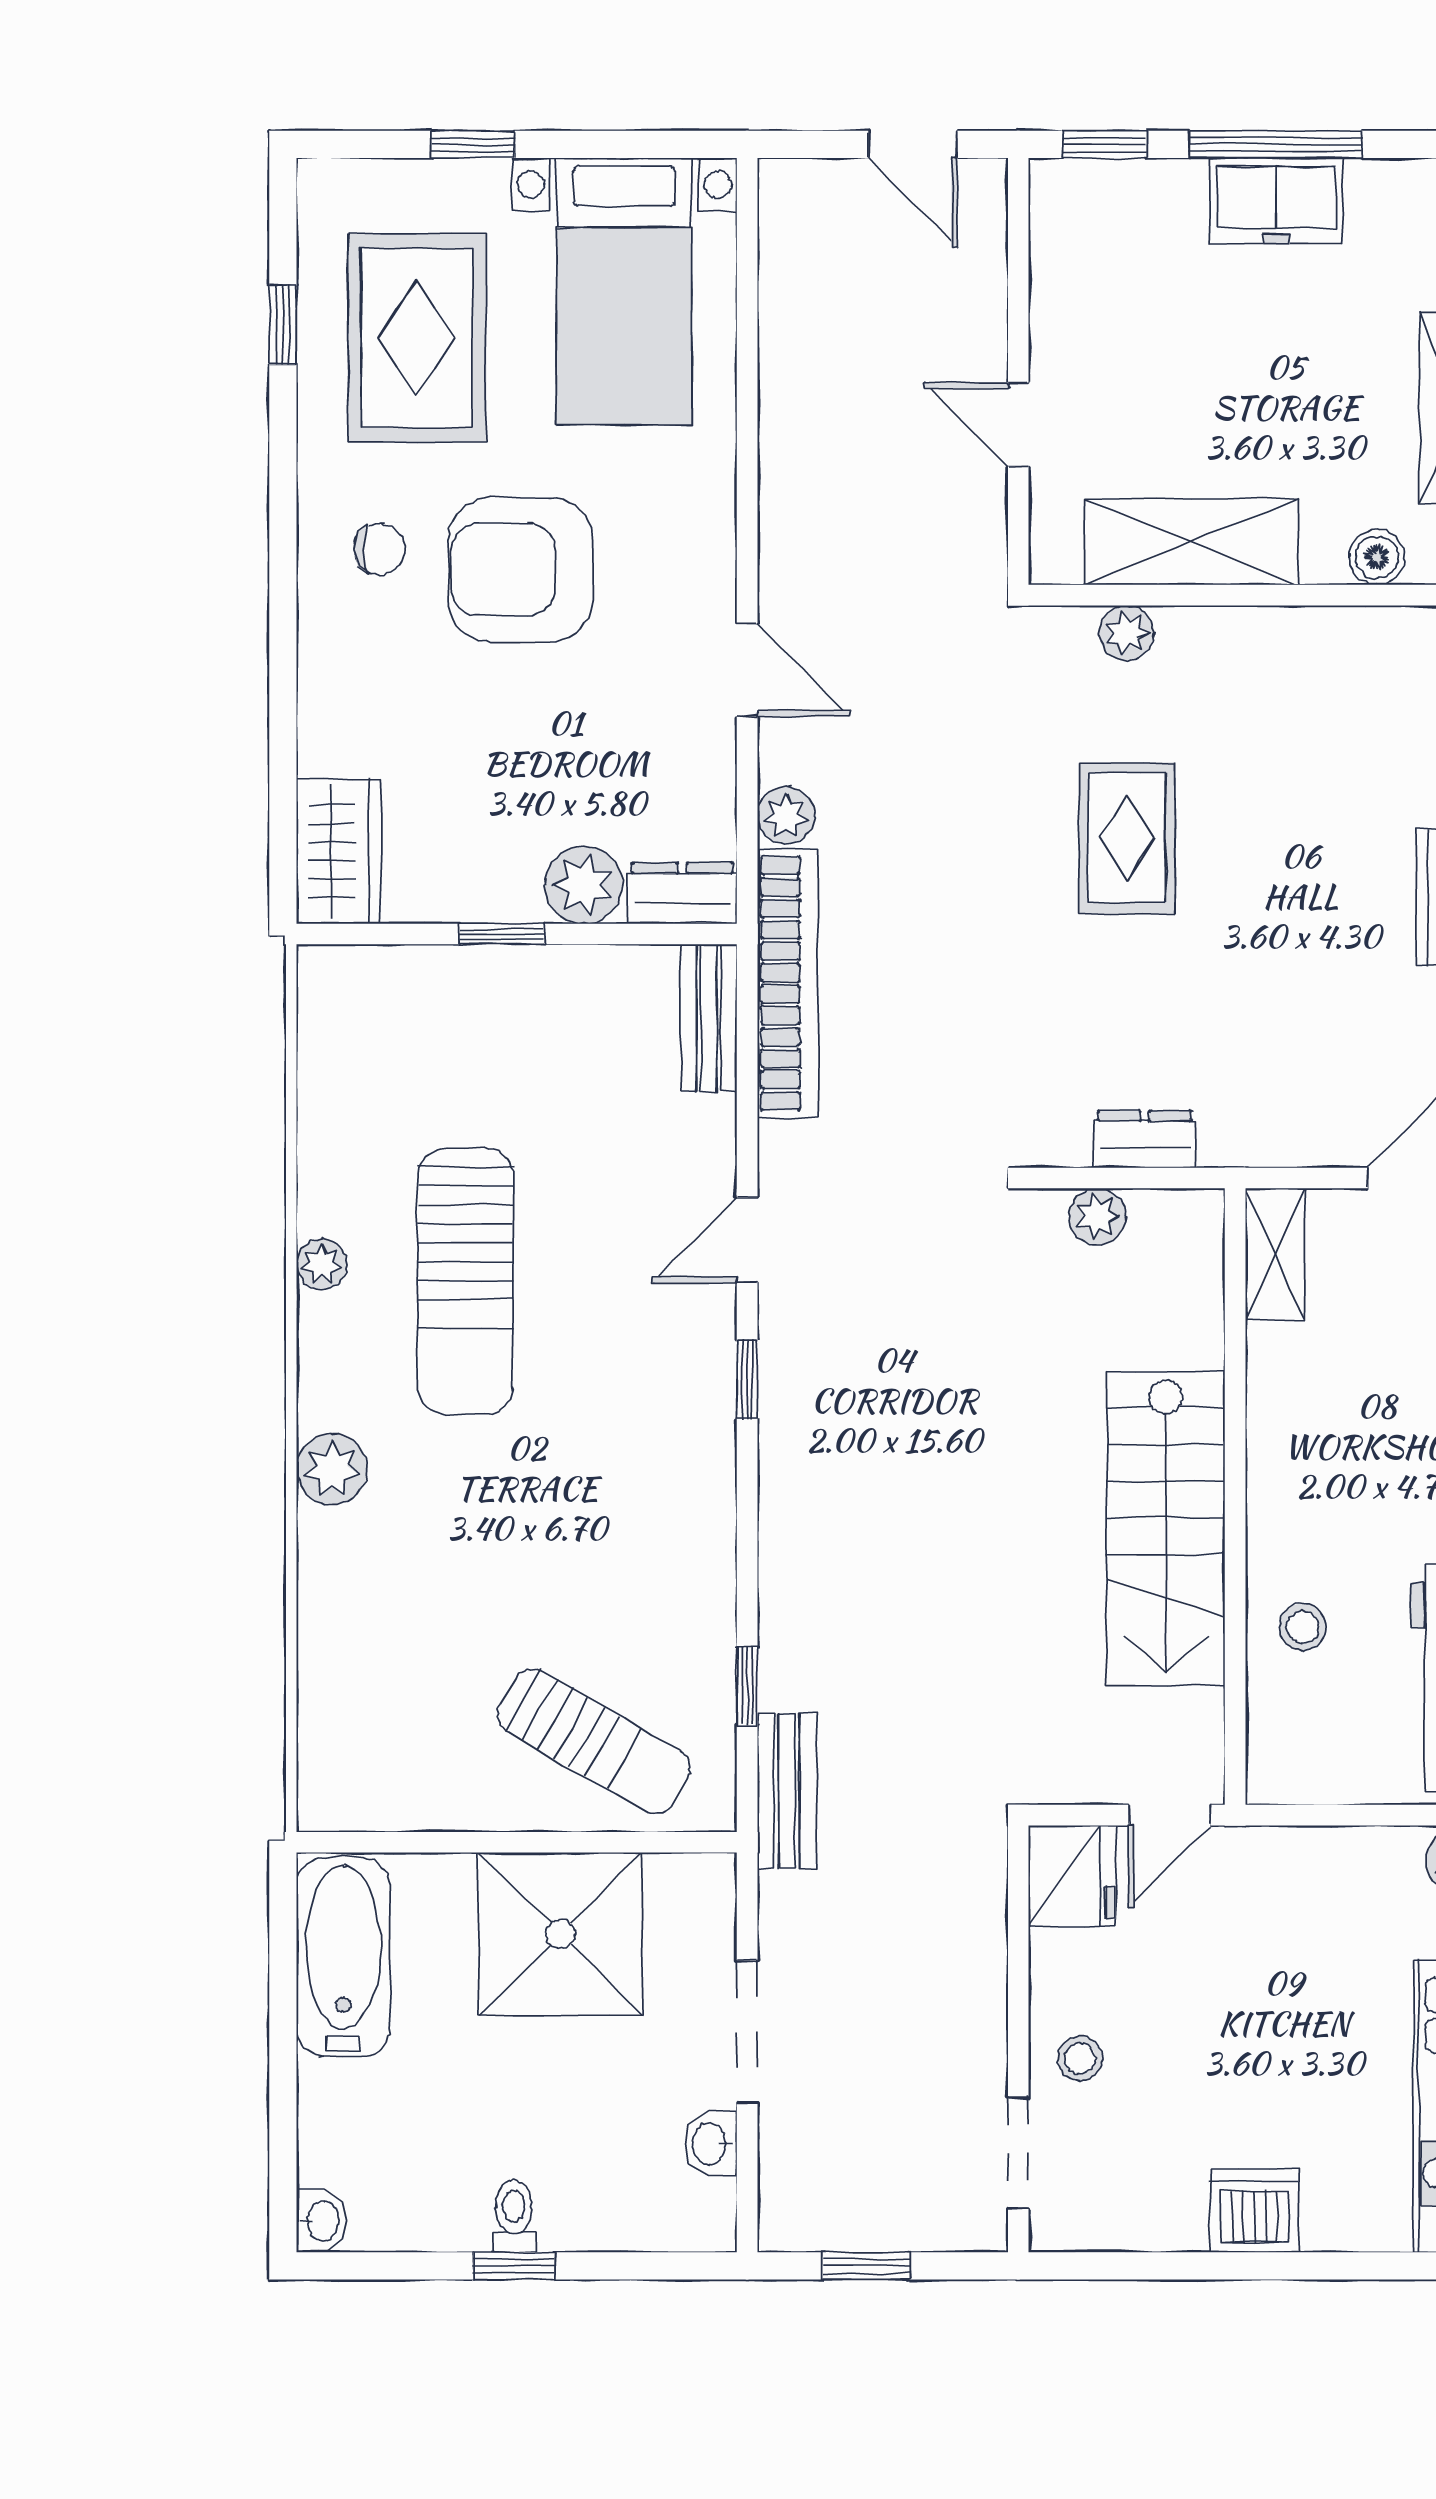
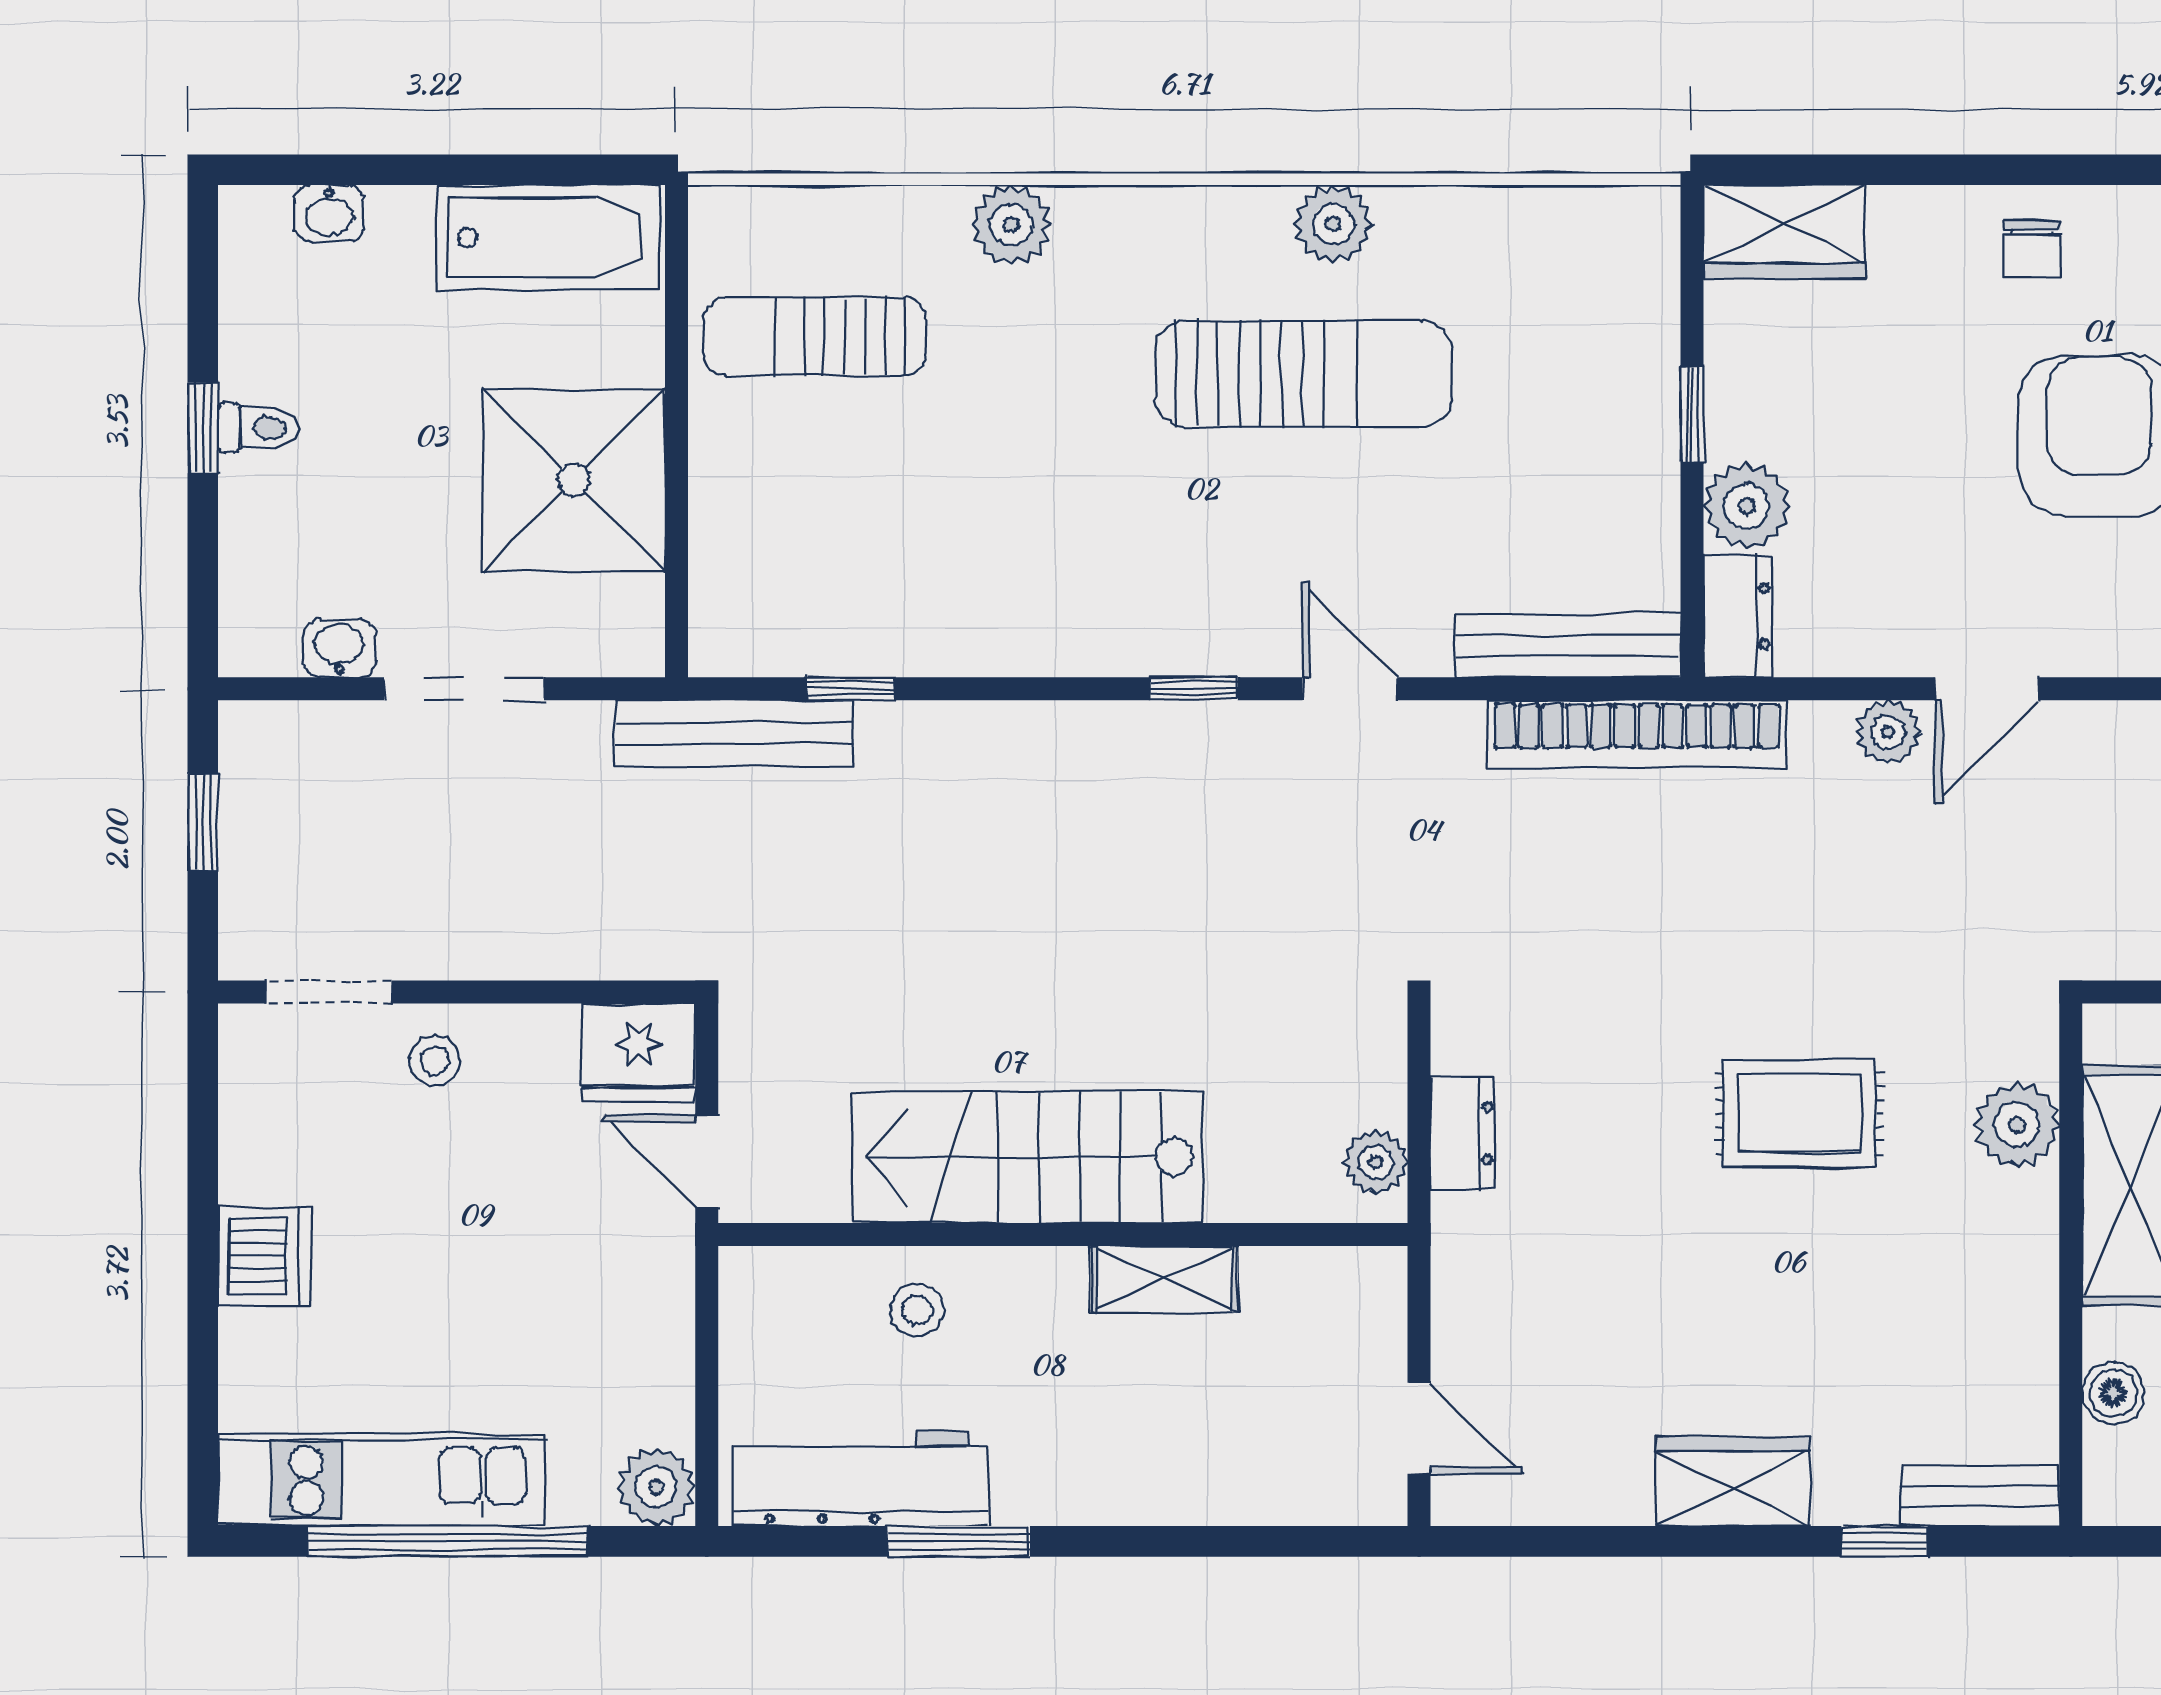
chair: (380, 549) -> (2032, 250), moved
plant: (1127, 633) -> (2017, 1125), width x1.38, depth x1.38
plant: (786, 815) -> (1888, 732), moved
bench: (709, 1018) -> (1568, 646), width x1.36
plant: (1097, 1217) -> (1376, 1162), moved
shelving: (1275, 1254) -> (1164, 1279), moved
plant: (322, 1264) -> (1333, 224), width x1.38, depth x1.38
sun lounger: (465, 1281) -> (1303, 374), turned 180
plant: (332, 1469) -> (1011, 225), moved
sun lounger: (594, 1741) -> (815, 337), moved, turned 60
bench: (787, 1791) -> (734, 733), width x1.36
washbasin: (322, 2221) -> (329, 213), moved

